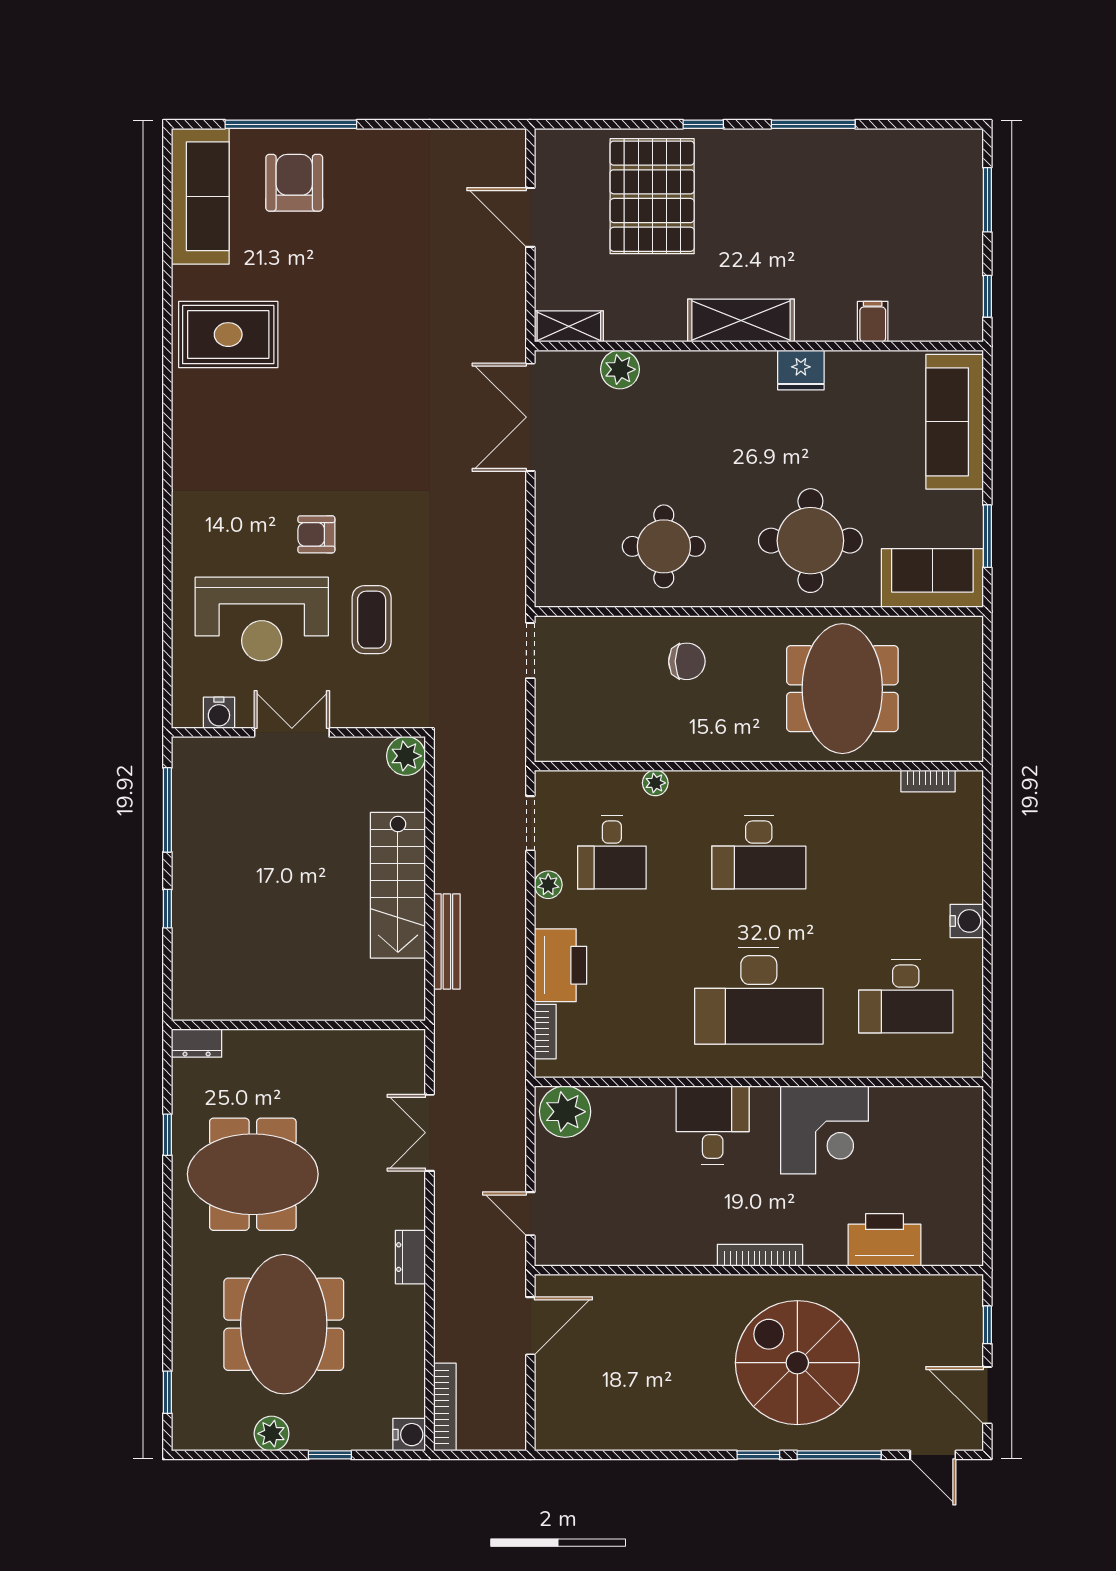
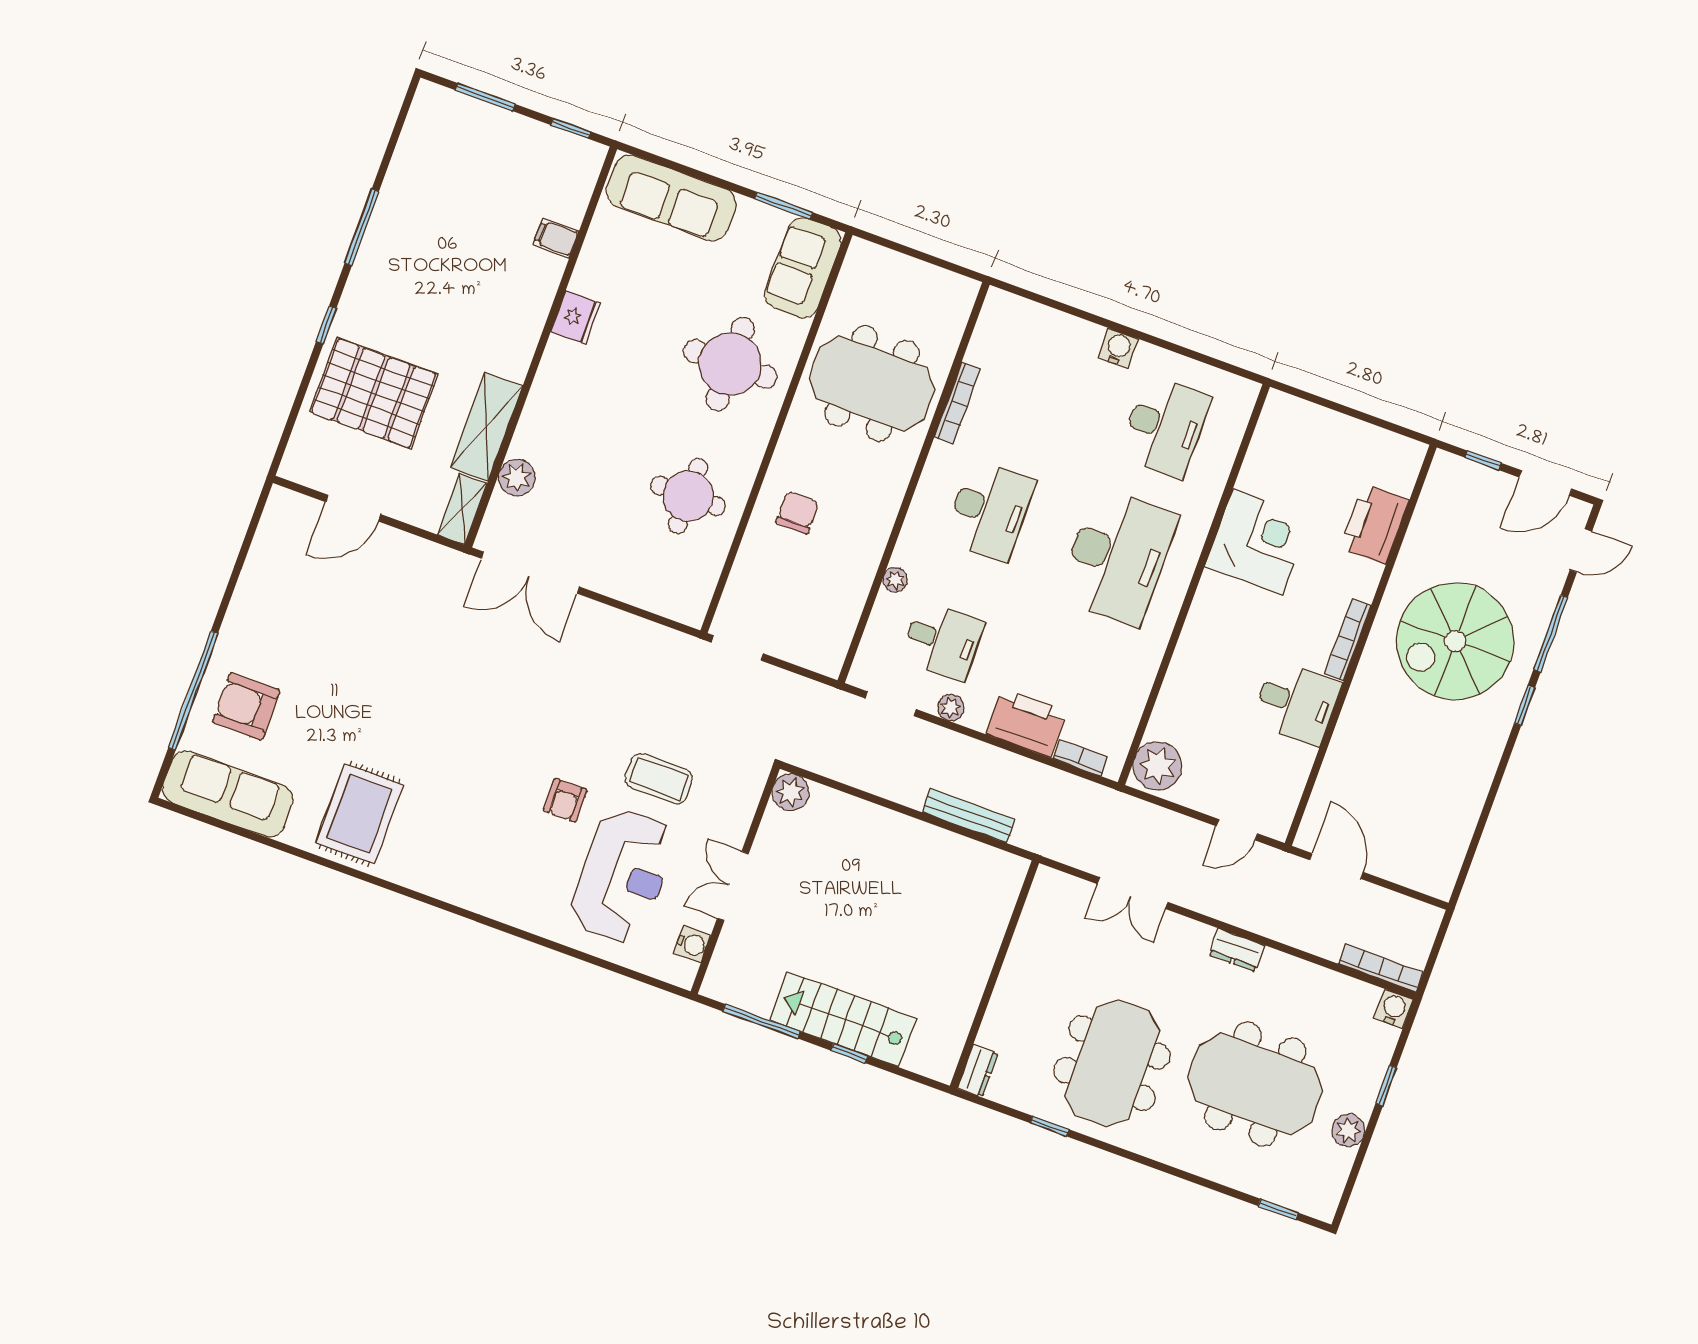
shelving: (741, 321) -> (486, 427), moved
bookcase: (928, 781) -> (957, 403), moved, width x1.56
stairs: (398, 885) -> (843, 1019), moved, turned 180
desk: (713, 1125) -> (1296, 703), moved, turned 180

